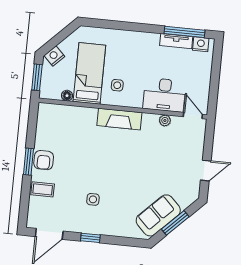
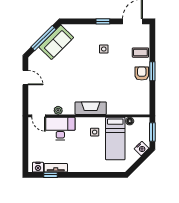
window: (185, 32) -> (50, 175), width x0.46
door: (206, 171) -> (25, 78), swing flipped
window: (175, 223) -> (43, 38), width x1.44

